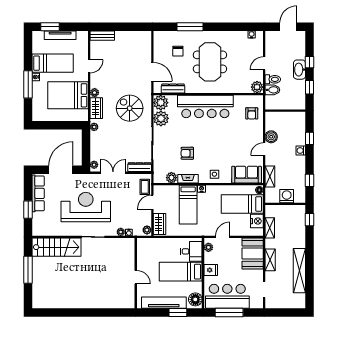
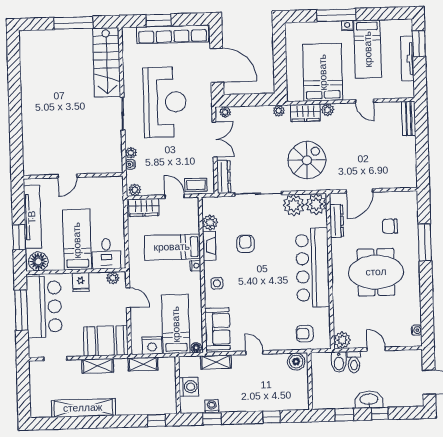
boiler: (271, 137) -> (296, 362), moved
washing machine: (301, 151) -> (212, 406), moved
row of seats: (38, 193) -> (173, 34), width x1.36

